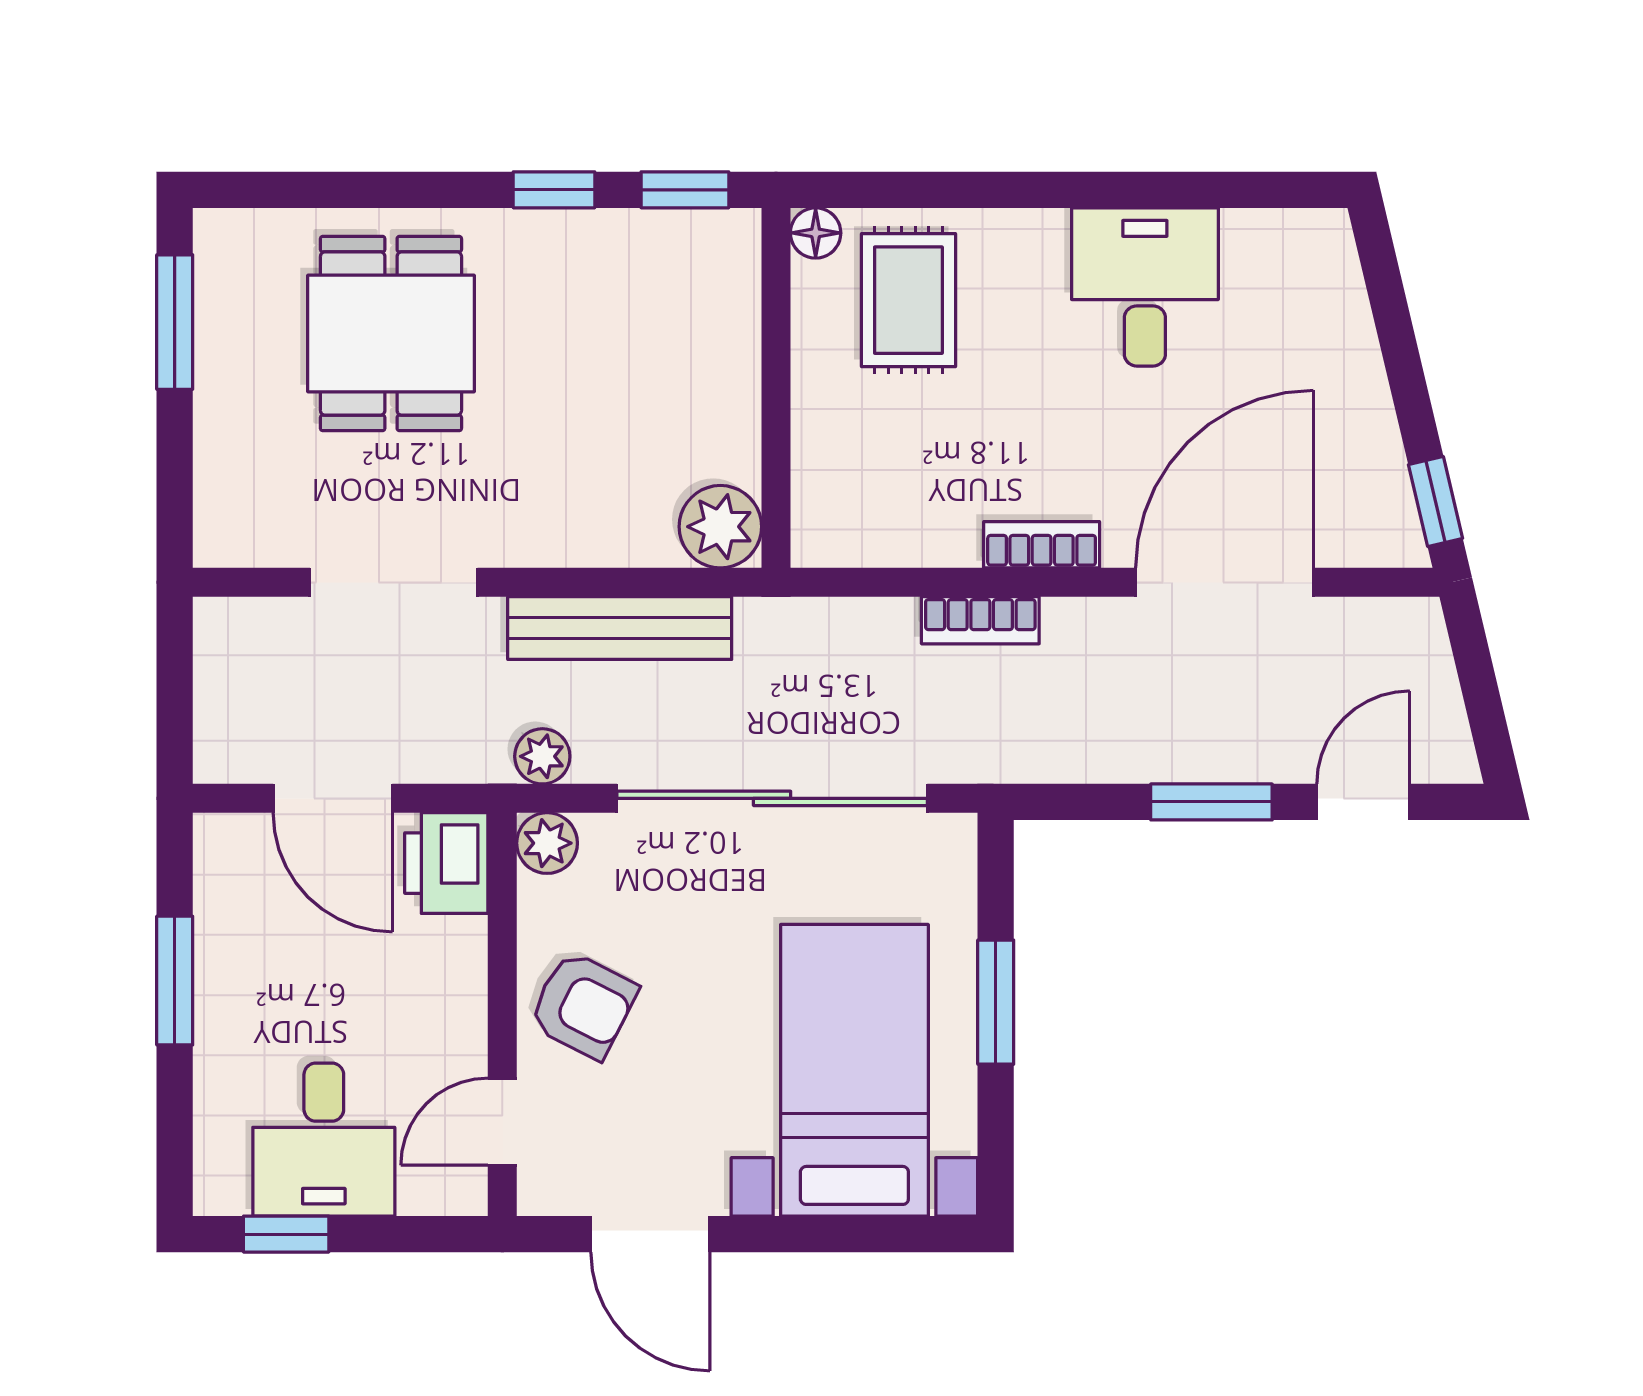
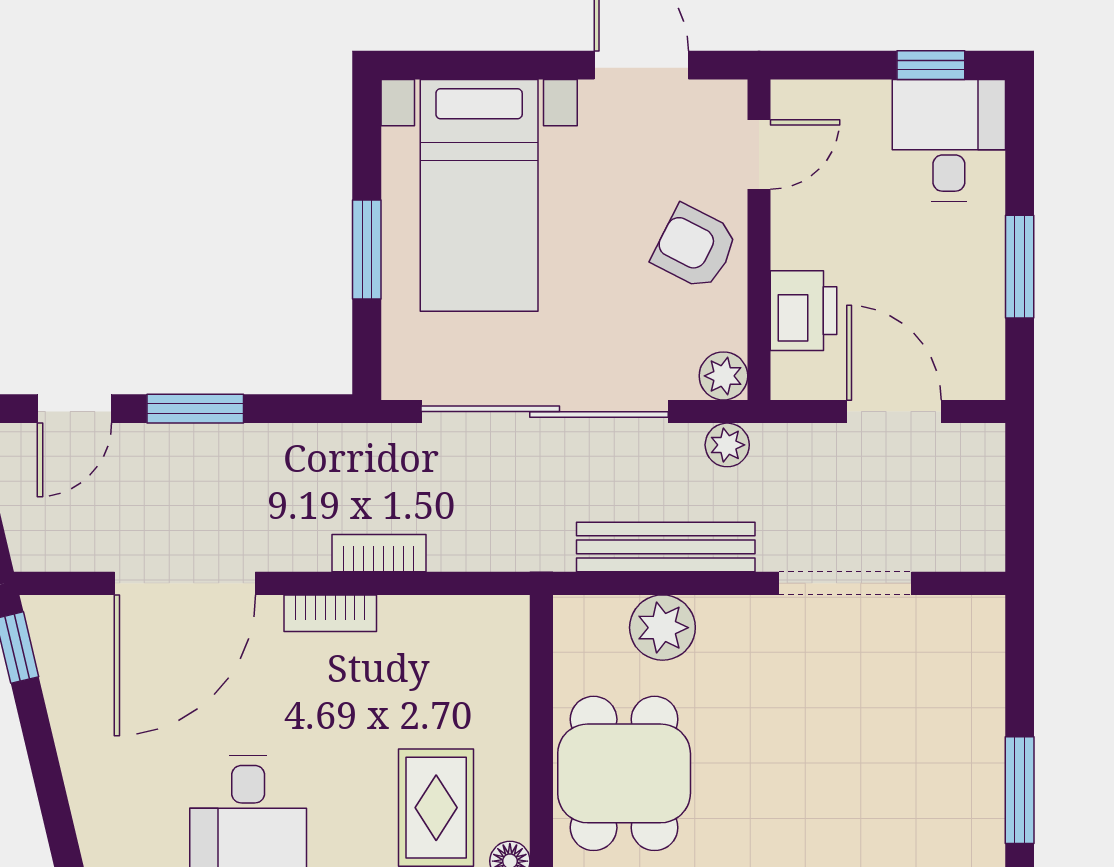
dining table: (391, 334) -> (624, 773), moved
plant: (720, 527) -> (662, 628), moved
printer: (446, 863) -> (804, 311), moved
desk: (324, 1140) -> (949, 140), moved

